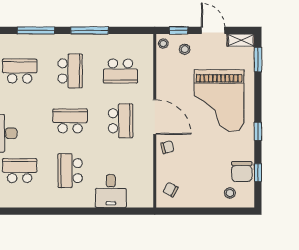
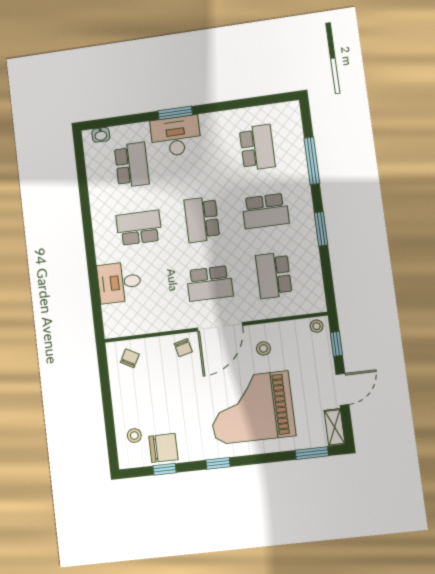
window: (90, 30) -> (321, 229), width x0.69
stool: (185, 49) -> (263, 348), moved
school desk: (70, 121) -> (202, 219), turned 180
chair: (242, 172) -> (163, 448), turned 180

